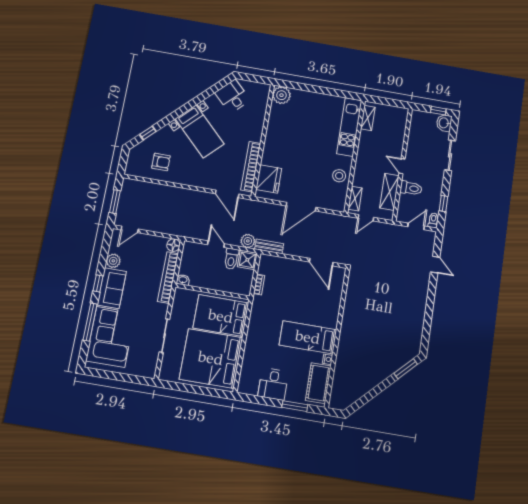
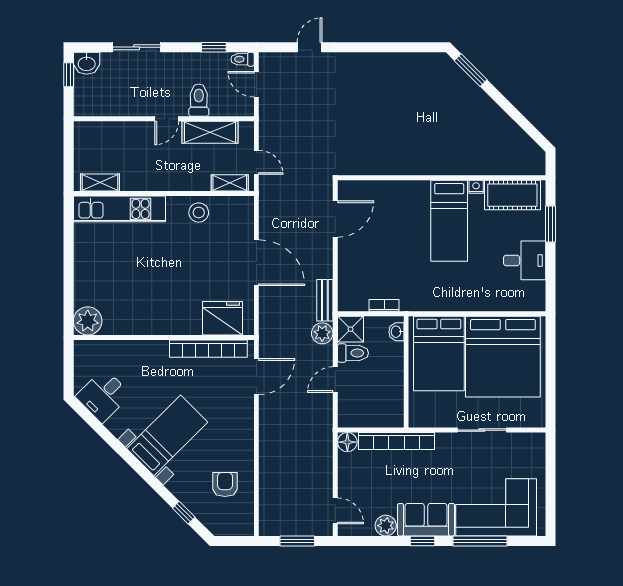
washbasin: (183, 280) -> (396, 332), moved

